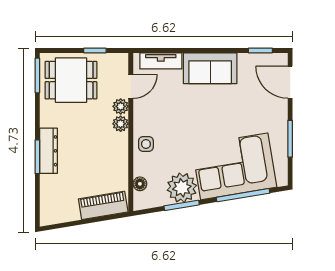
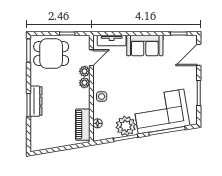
door: (290, 82) -> (199, 55), hinge flipped
piano: (103, 205) -> (83, 125), moved, turned -81

